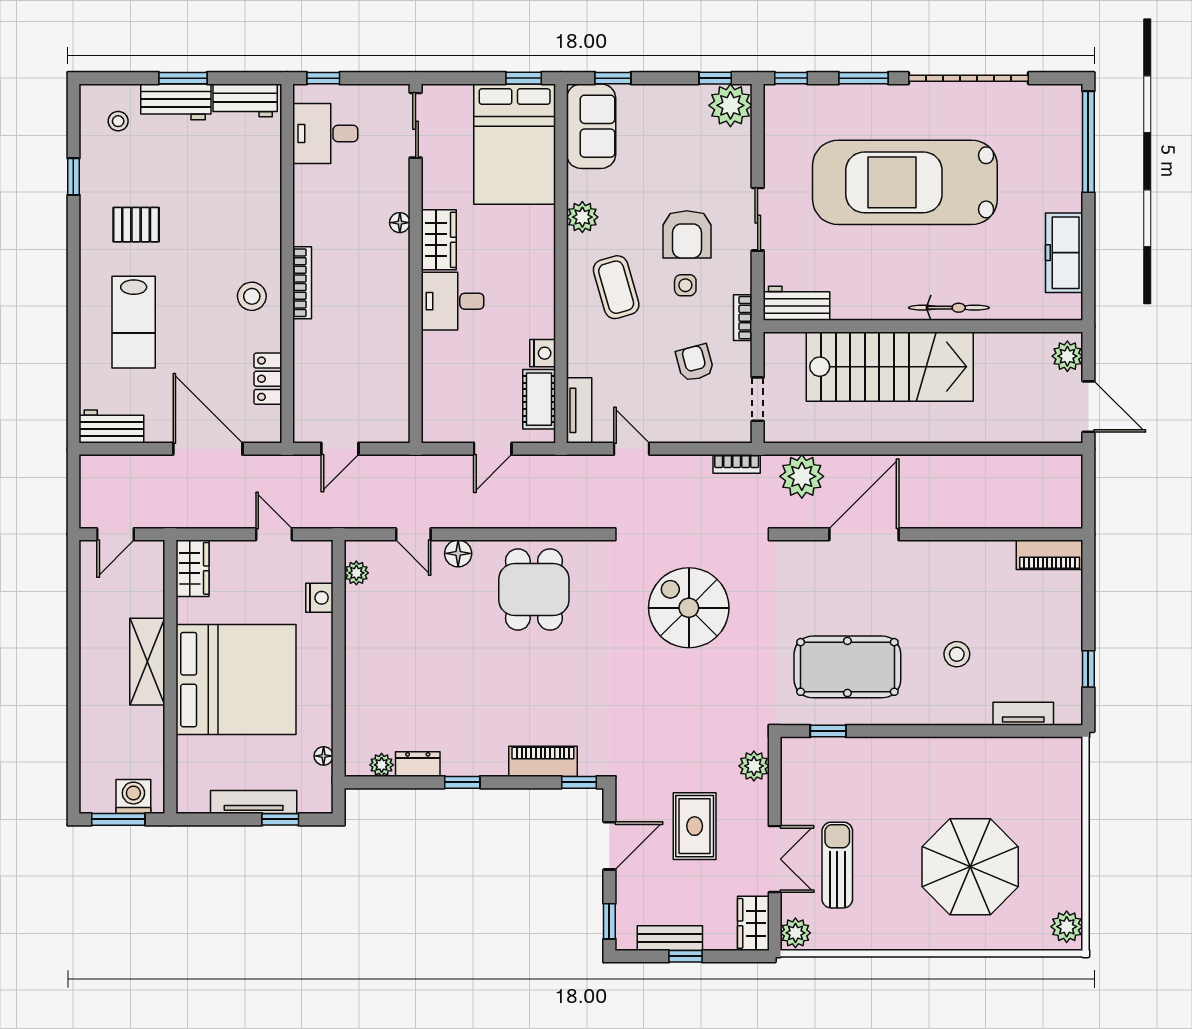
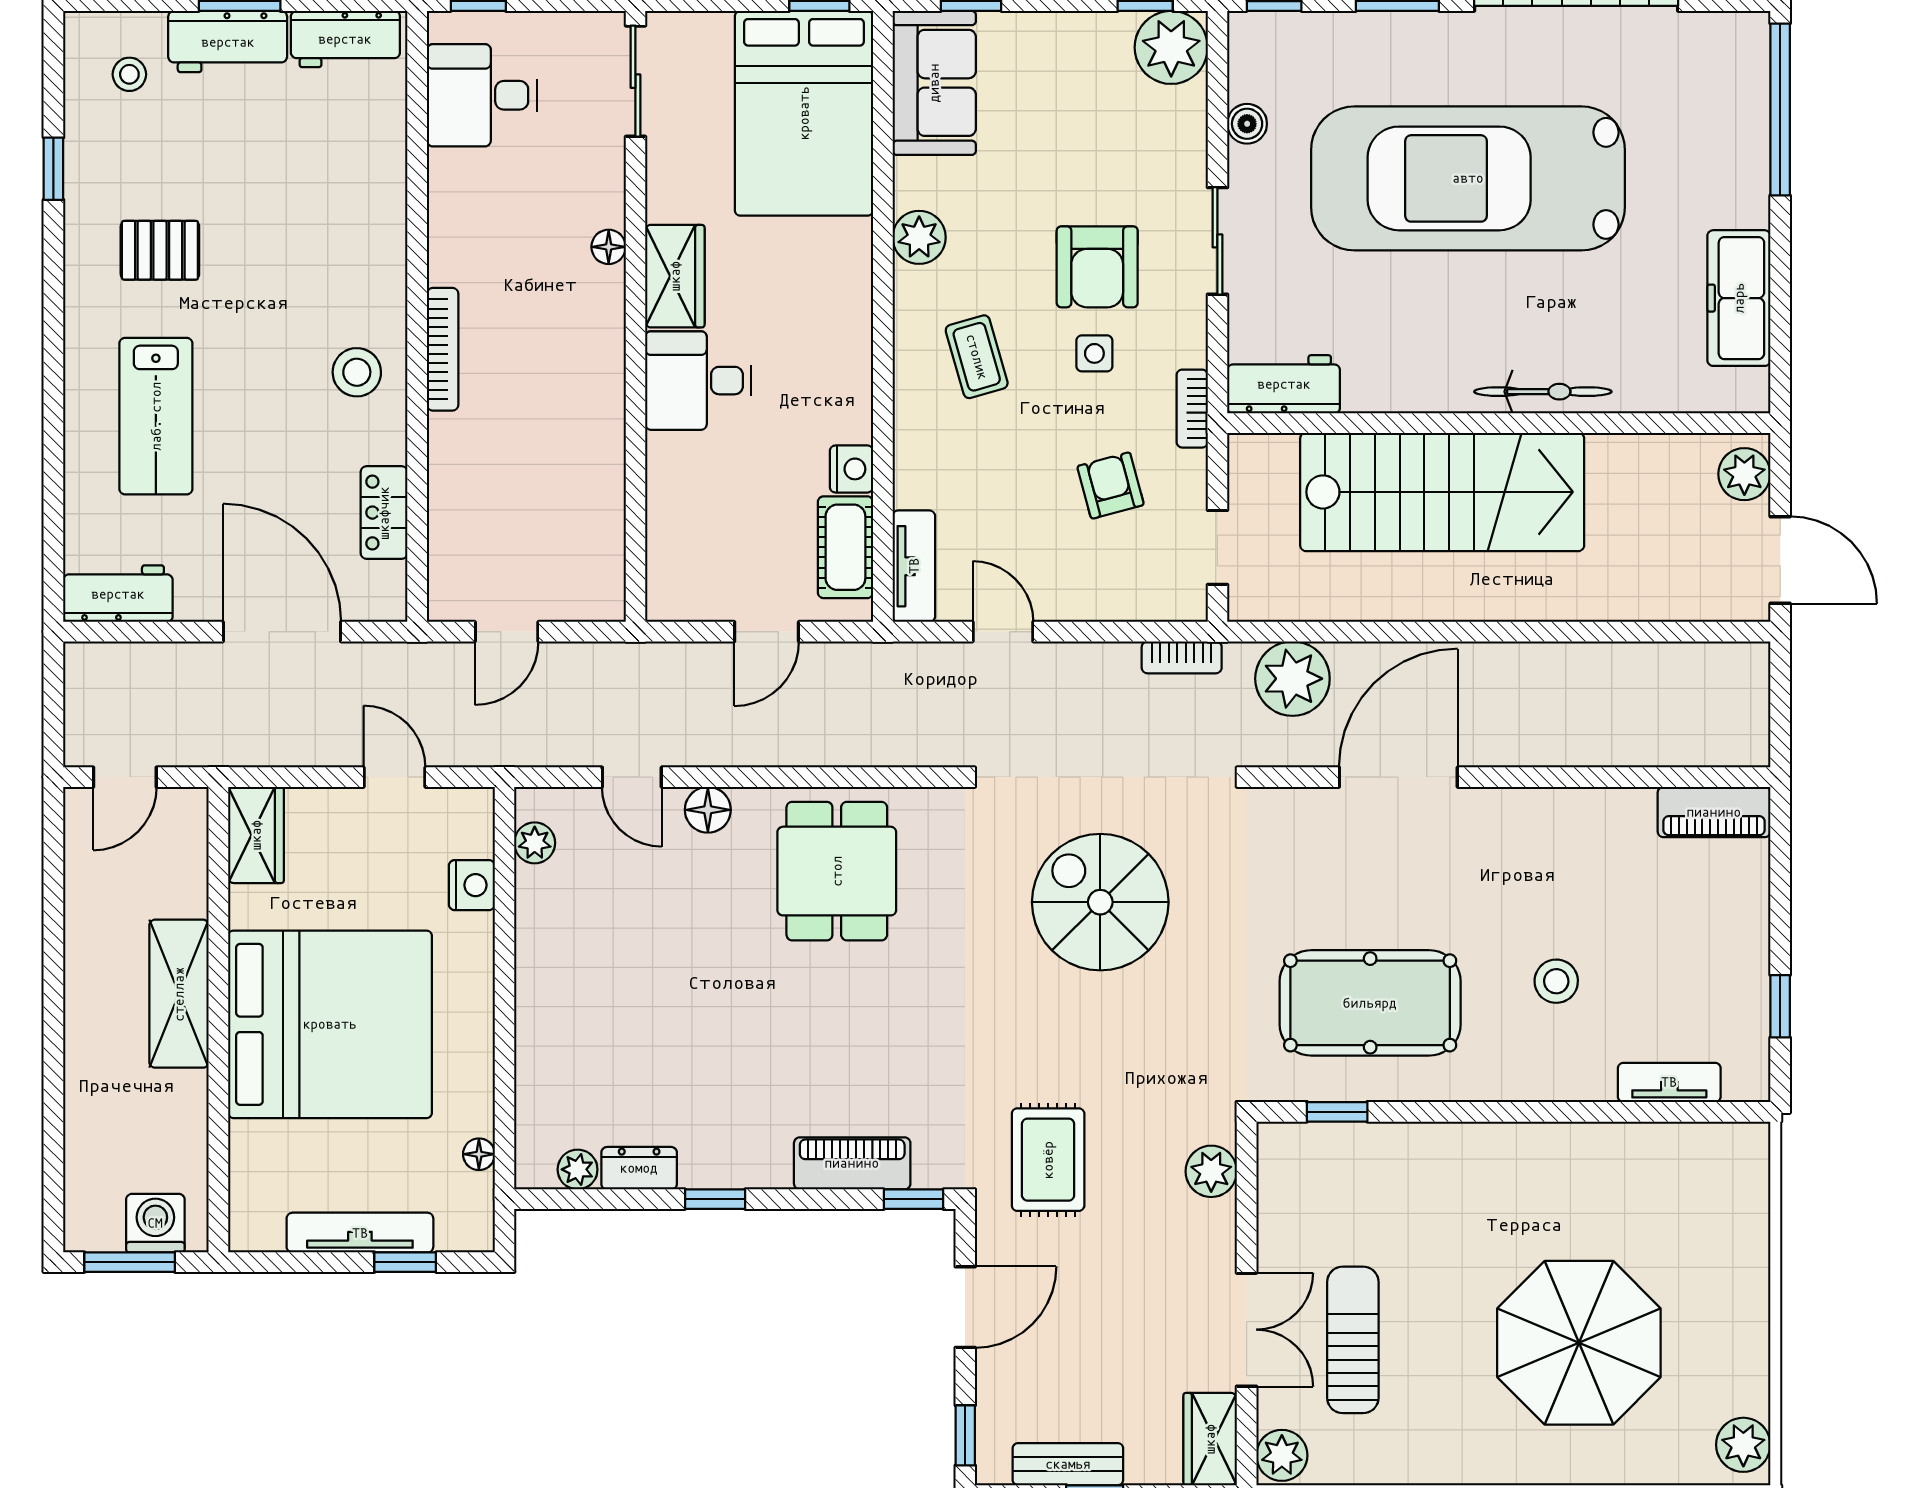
boiler: (775, 150) -> (1247, 124), added
coffee table: (616, 287) -> (977, 357), width x0.73, depth x0.77
rug: (695, 826) -> (1048, 1160), moved

